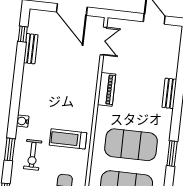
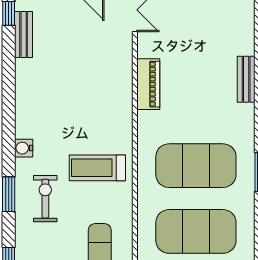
exercise bike: (33, 155) -> (45, 199), turned 180

